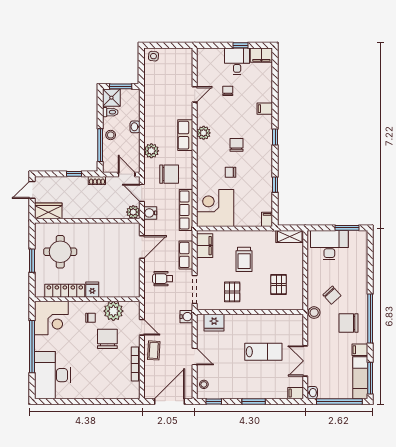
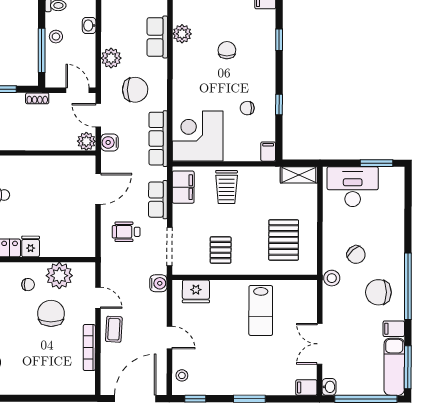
chair: (231, 172) -> (247, 108), moved
trolley: (244, 259) -> (227, 187), moved
pallet: (279, 285) -> (284, 240), width x1.50, depth x1.42
lab bench: (263, 352) -> (261, 310), moved, turned 90

